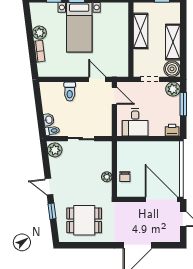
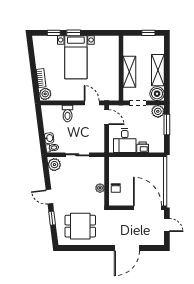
shelving: (140, 31) -> (129, 72), moved
plant: (40, 33) -> (45, 94), moved
printer: (172, 130) -> (143, 147), moved

